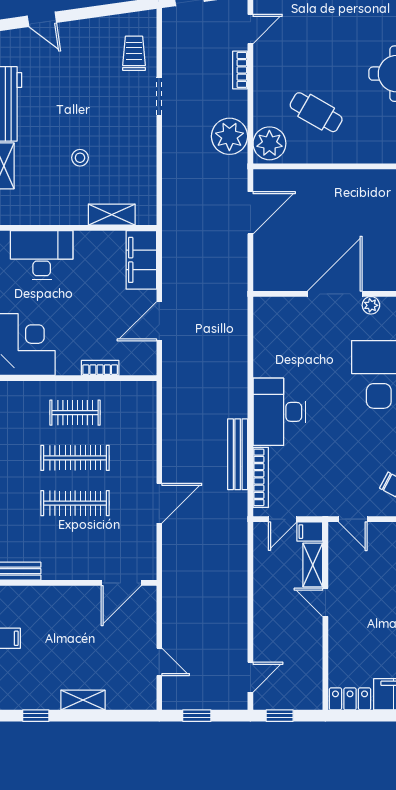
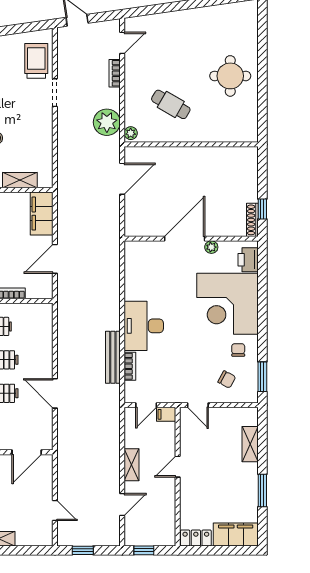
trolley: (134, 53) -> (36, 61), width x1.36, depth x1.39
plant: (269, 143) -> (131, 133), width x0.53, depth x0.53
bookcase: (261, 477) -> (130, 366), width x0.64
door: (159, 503) -> (55, 393), swing flipped
shelving: (313, 565) -> (131, 465), moved
door: (325, 602) -> (178, 467), hinge flipped
door: (250, 677) -> (122, 504), moved

